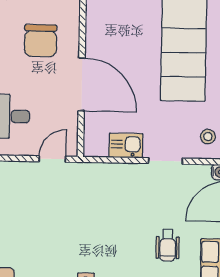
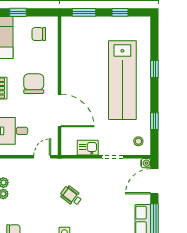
chair: (41, 41) -> (34, 84), turned 180
wheelchair: (168, 245) -> (71, 196), moved, turned 127

